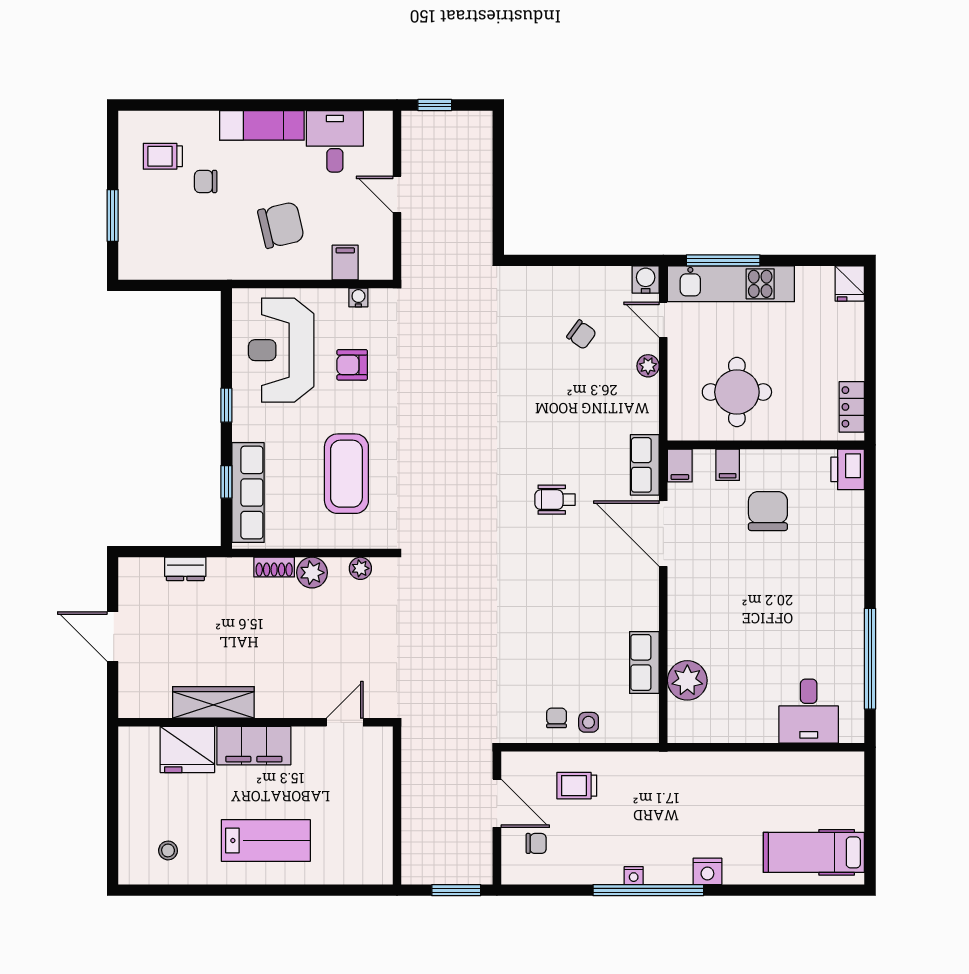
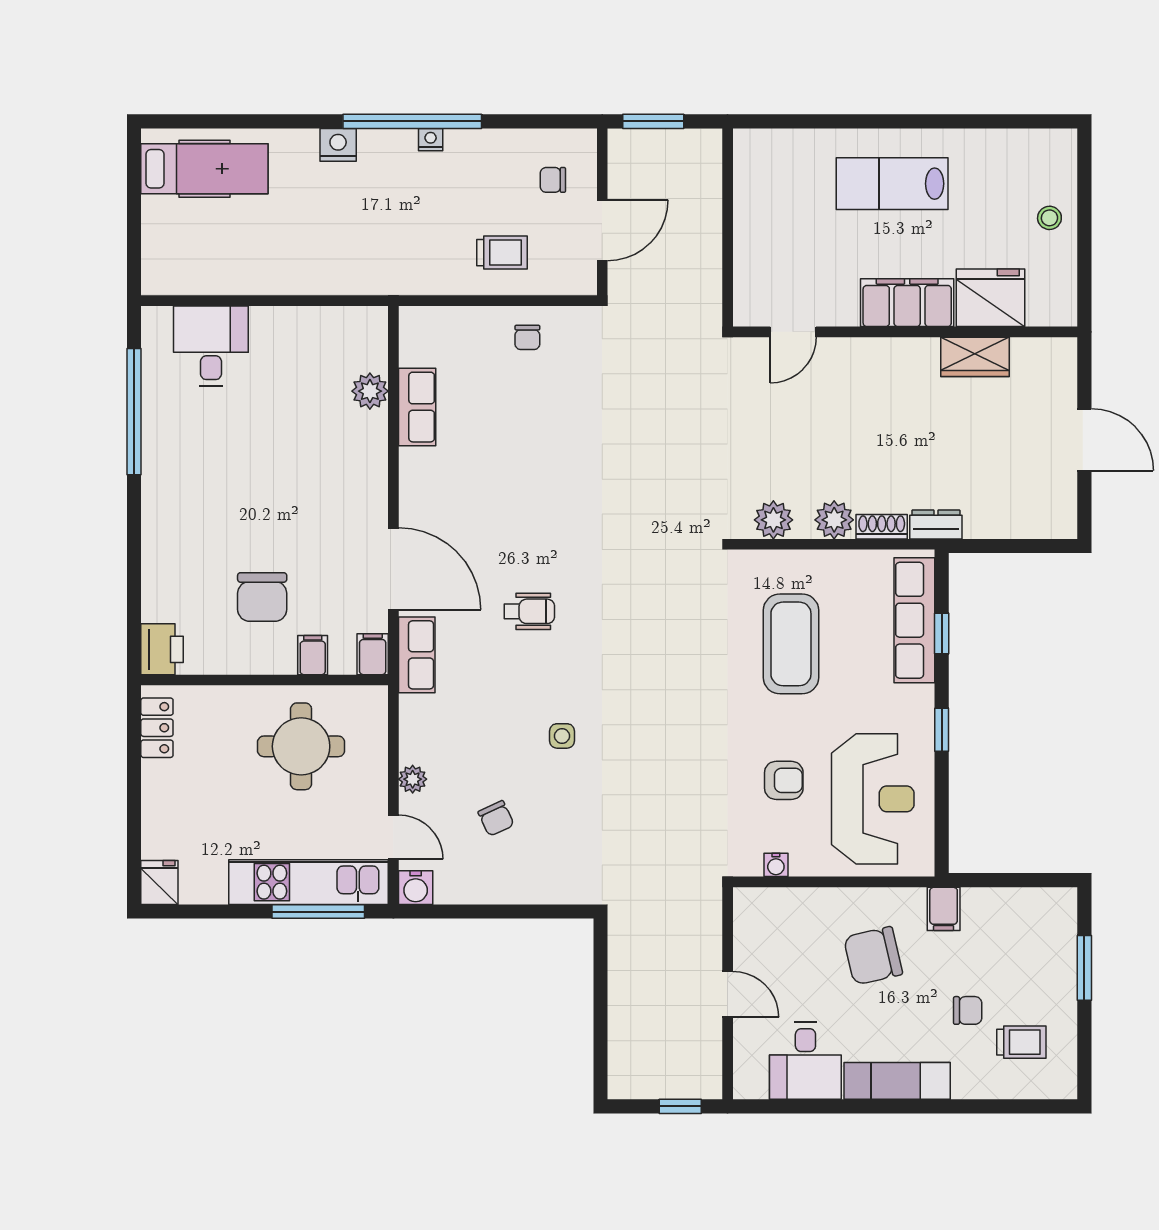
filing cabinet: (345, 262) -> (944, 909), moved
chair: (581, 335) -> (496, 818), turned -151
plant: (360, 568) -> (773, 520), width x1.38, depth x1.38
dresser: (185, 569) -> (936, 524), moved
plant: (687, 680) -> (370, 391), width x0.73, depth x0.73
wardrobe: (213, 702) -> (975, 357), width x0.67
side table: (589, 722) -> (562, 736), moved
door: (497, 803) -> (602, 230), swing flipped
stool: (168, 850) -> (1049, 218), moved

